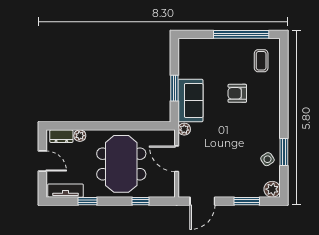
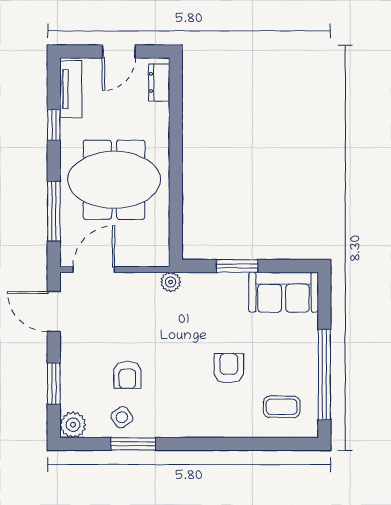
sofa: (190, 100) -> (284, 292), moved
plant: (80, 136) -> (160, 112), removed
armchair: (242, 156) -> (127, 375), added
door: (177, 159) -> (94, 270), moved
window: (141, 201) -> (54, 211), width x2.17

